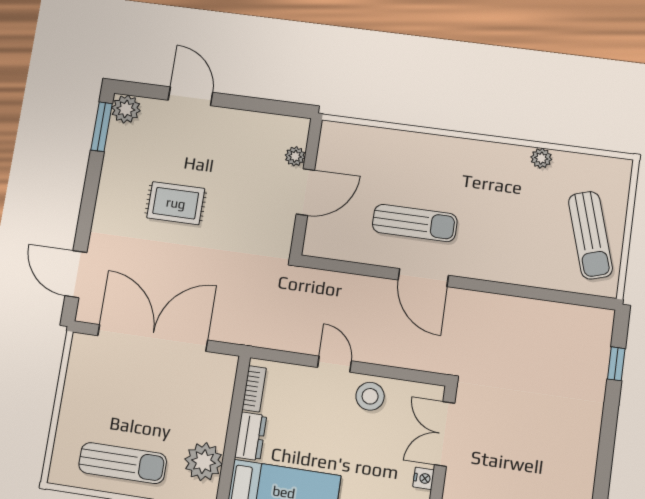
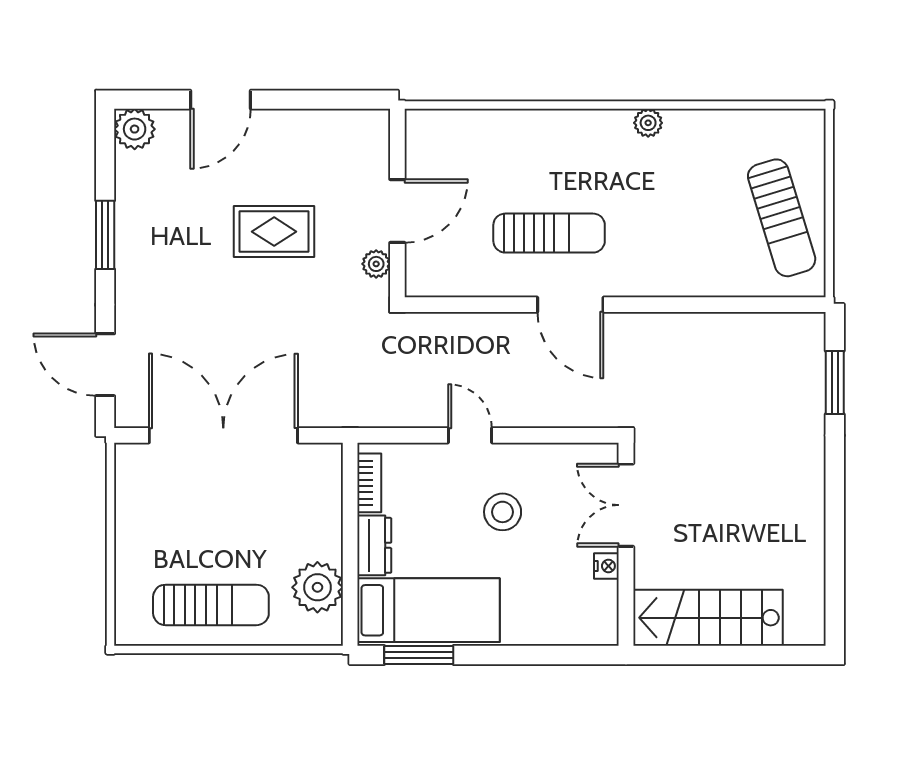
door: (190, 96) -> (221, 100), swing flipped
window: (102, 127) -> (105, 235), moved
plant: (295, 156) -> (376, 264), moved
plant: (541, 158) -> (648, 123), moved
rug: (176, 203) -> (274, 232), moved
window: (616, 364) -> (835, 383), width x1.50
stool: (370, 396) -> (503, 512), moved

